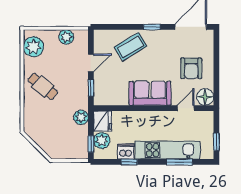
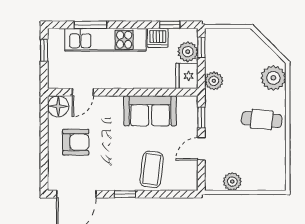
plant: (33, 47) -> (273, 78), moved
coffee table: (131, 47) -> (152, 169), turned -52
armchair: (191, 68) -> (76, 142), turned 90
cafe table: (43, 86) -> (262, 120), turned -34
sofa: (150, 93) -> (150, 111), moved
window: (129, 162) -> (170, 25), moved

